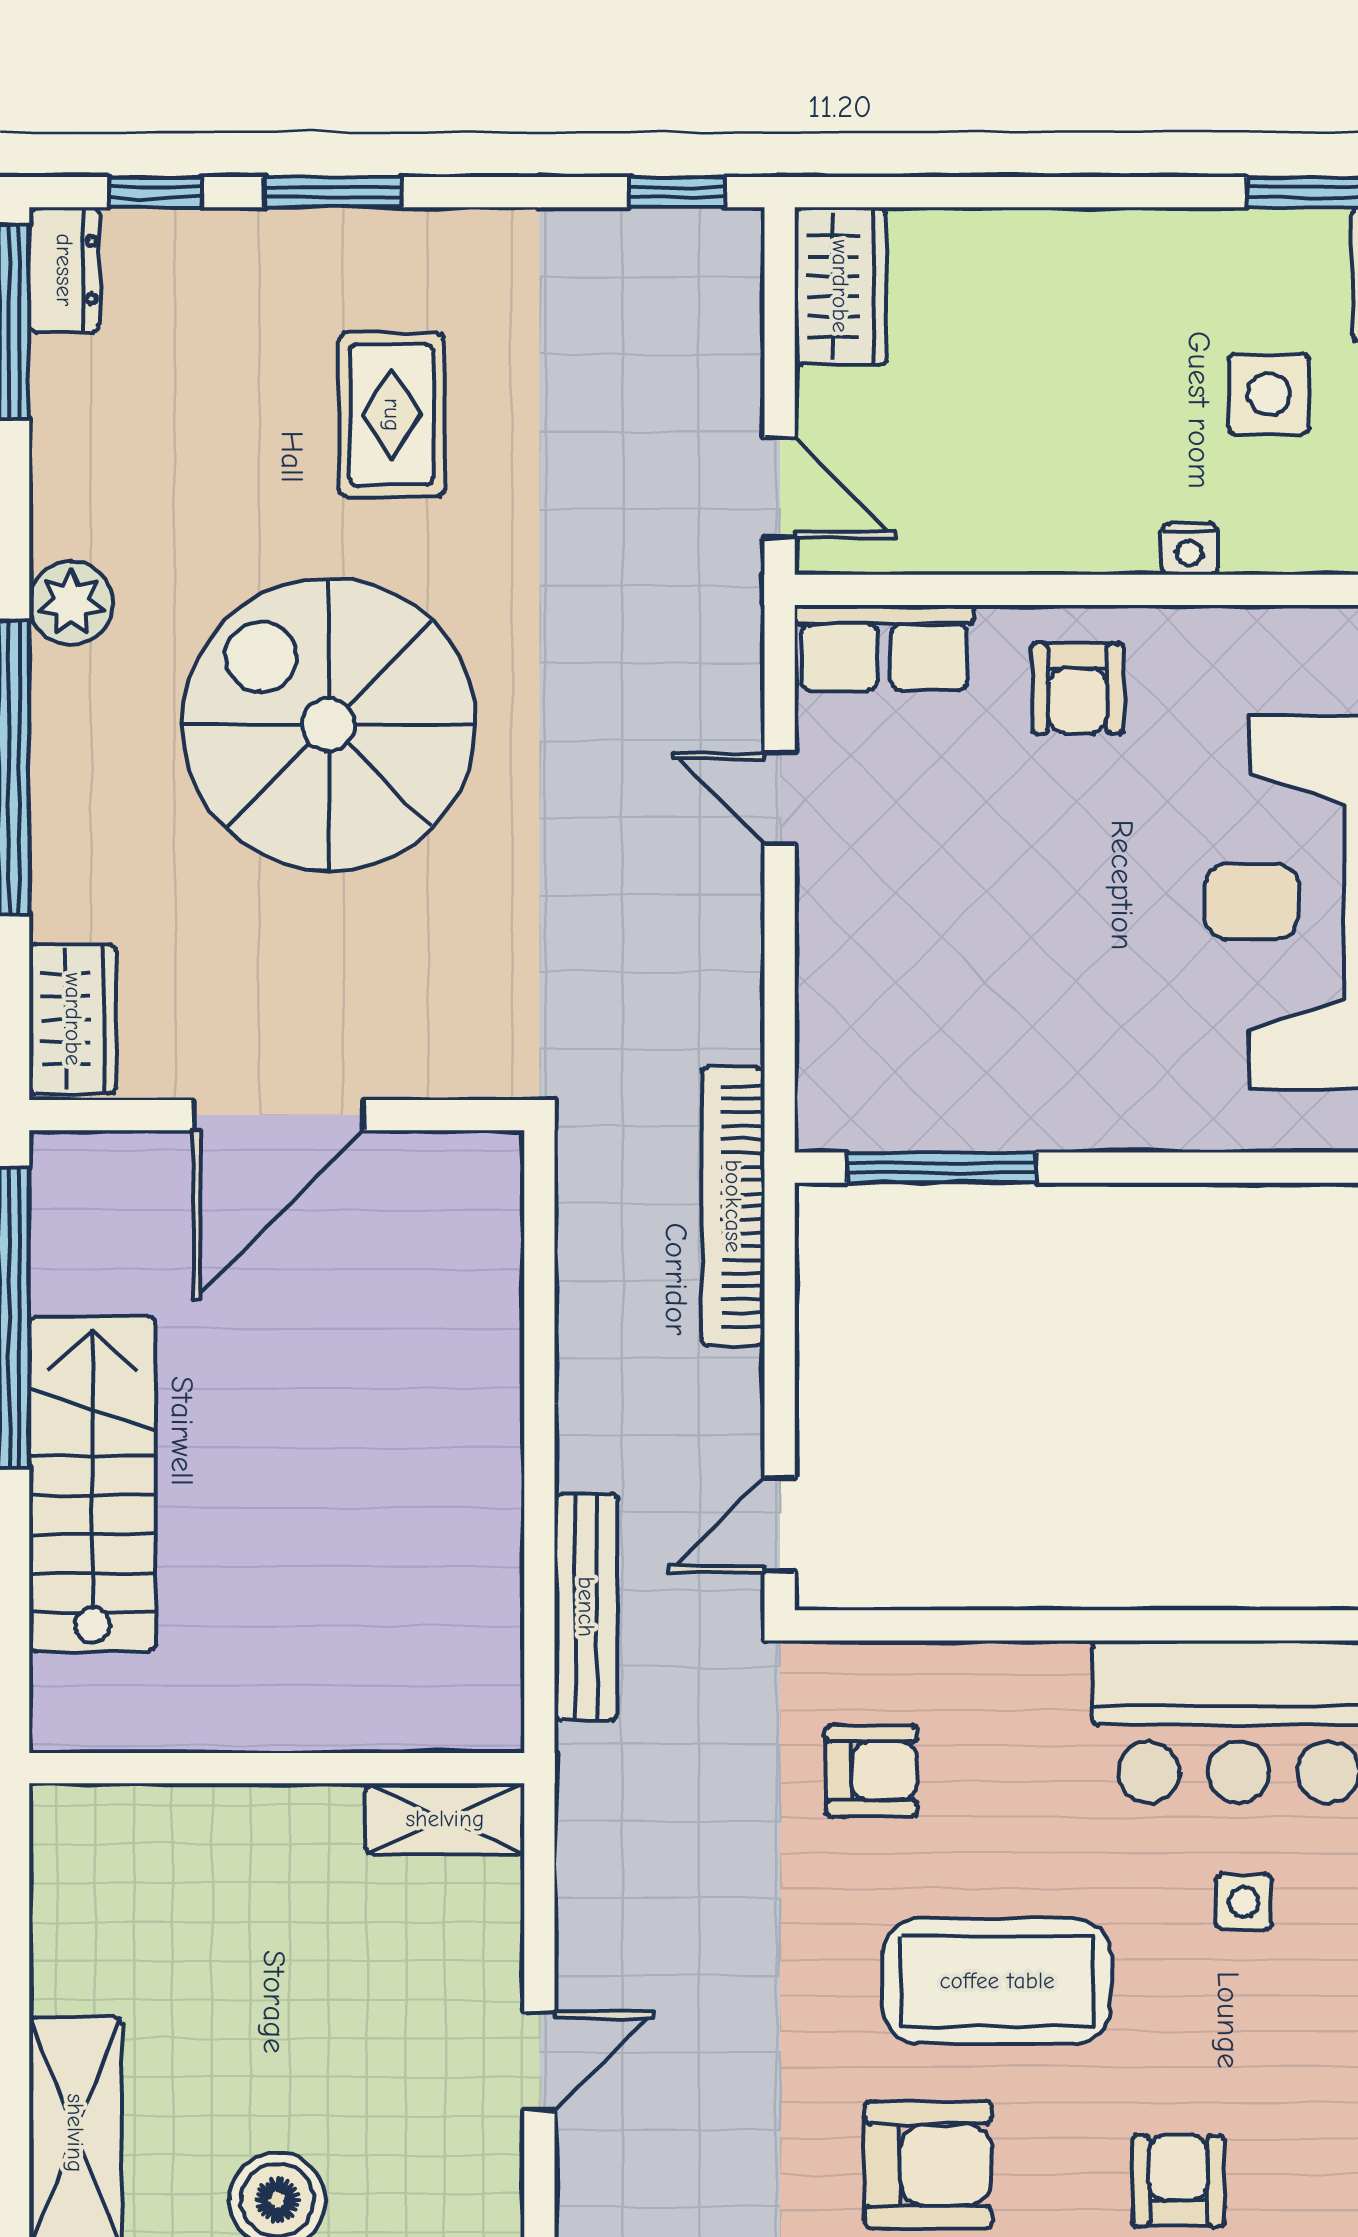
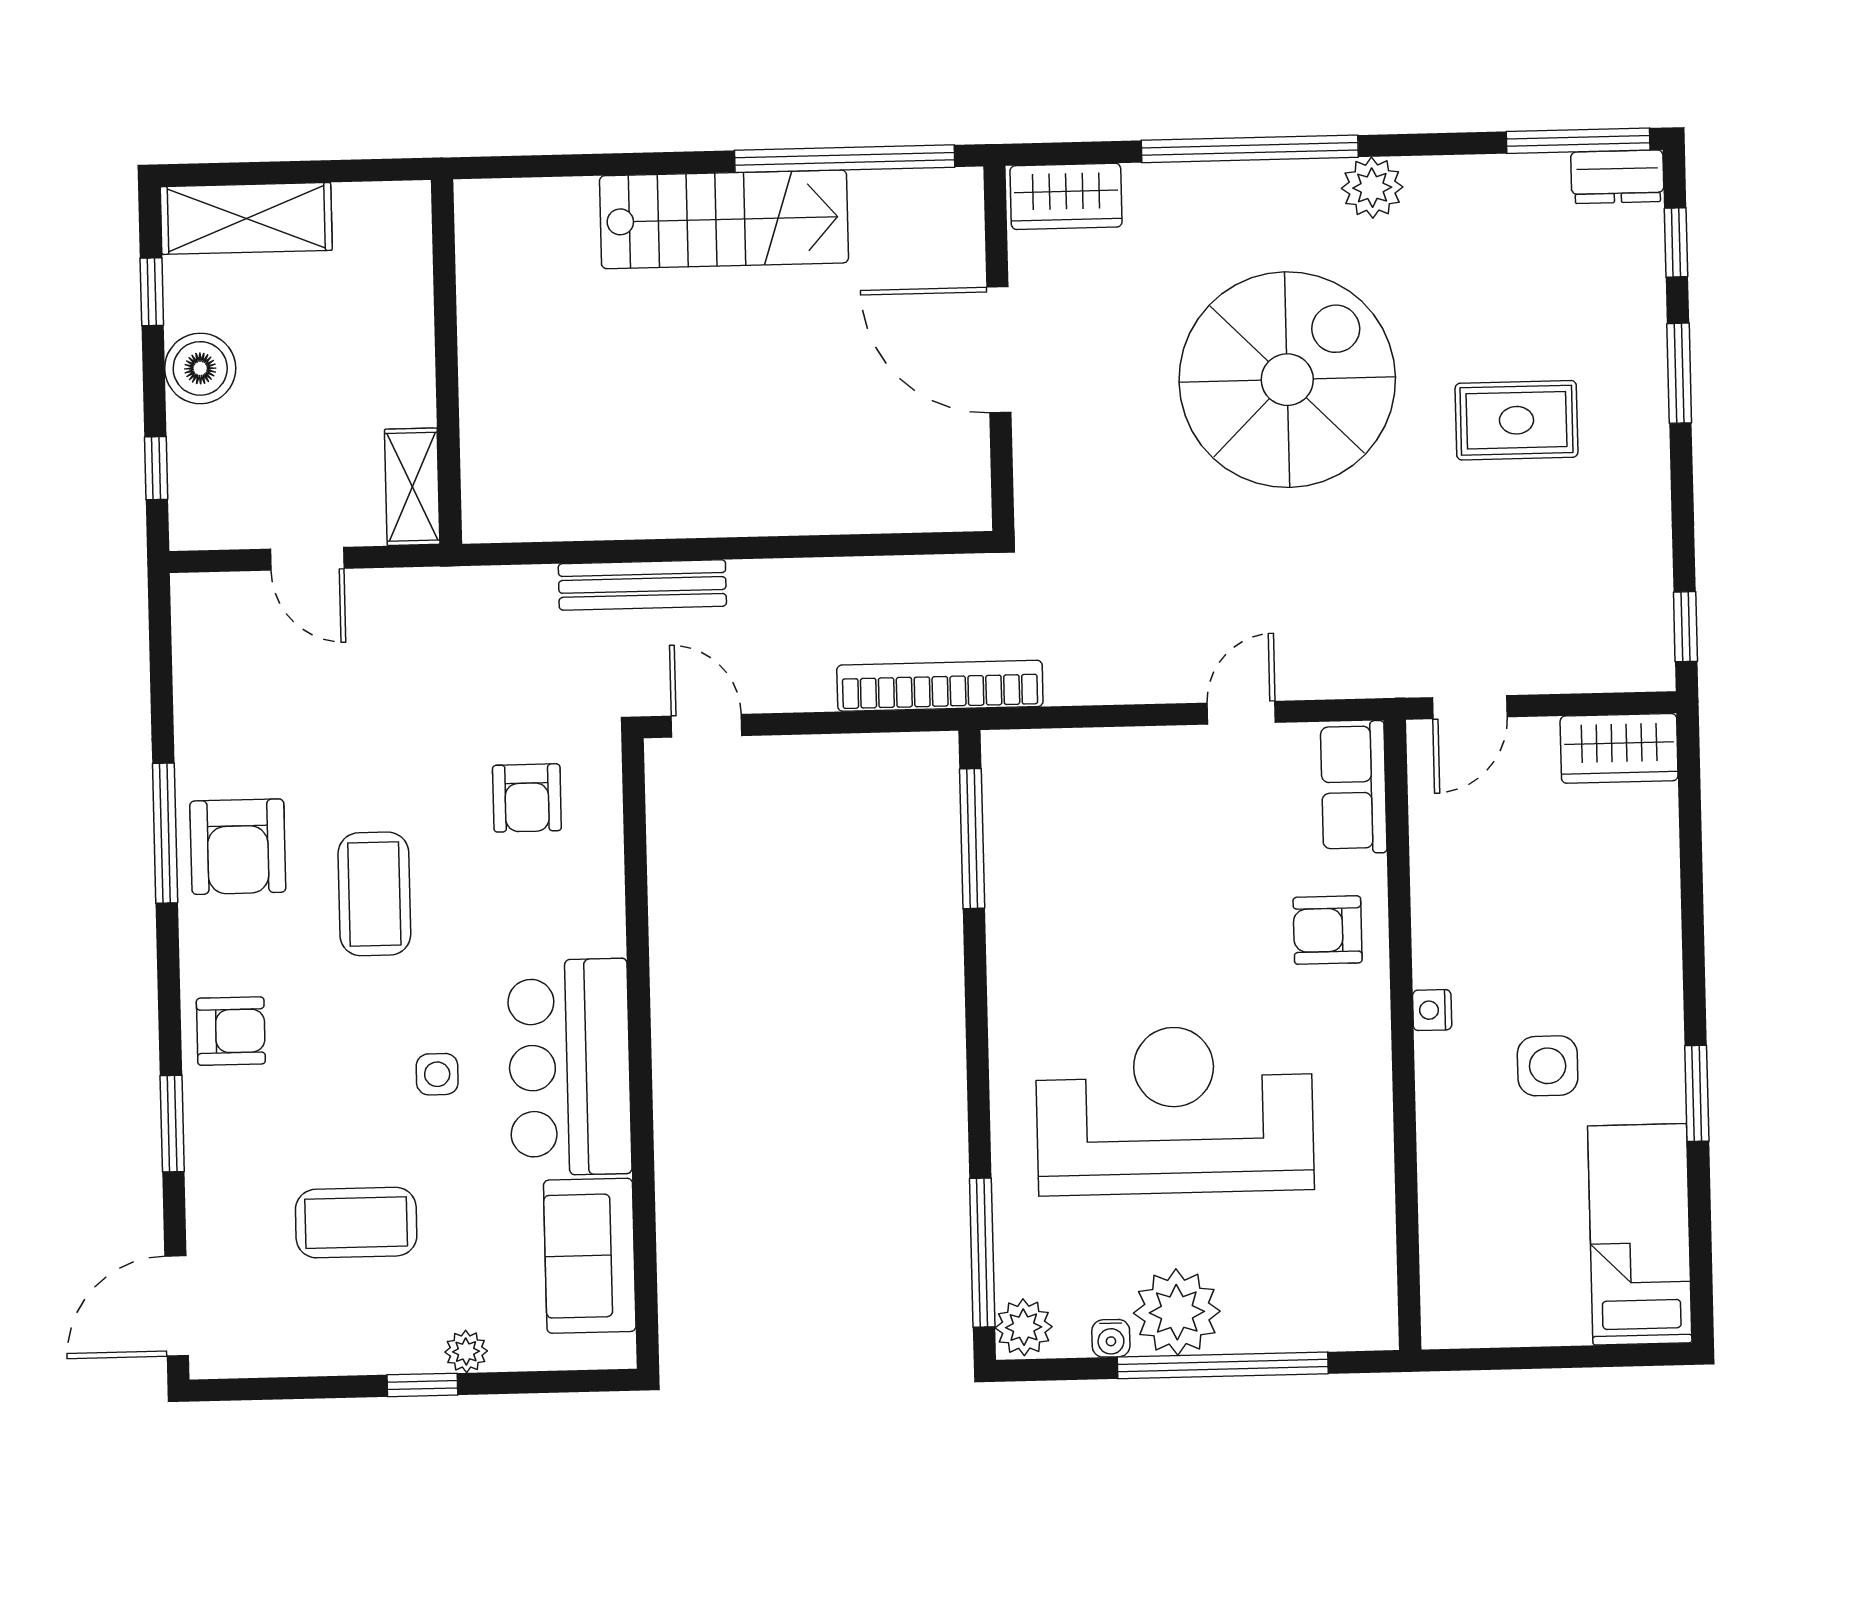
wall: (277, 1768) -> (446, 362), moved
shelving: (445, 1819) -> (412, 487), moved
coffee table: (997, 1981) -> (374, 894), width x0.73, depth x0.76

